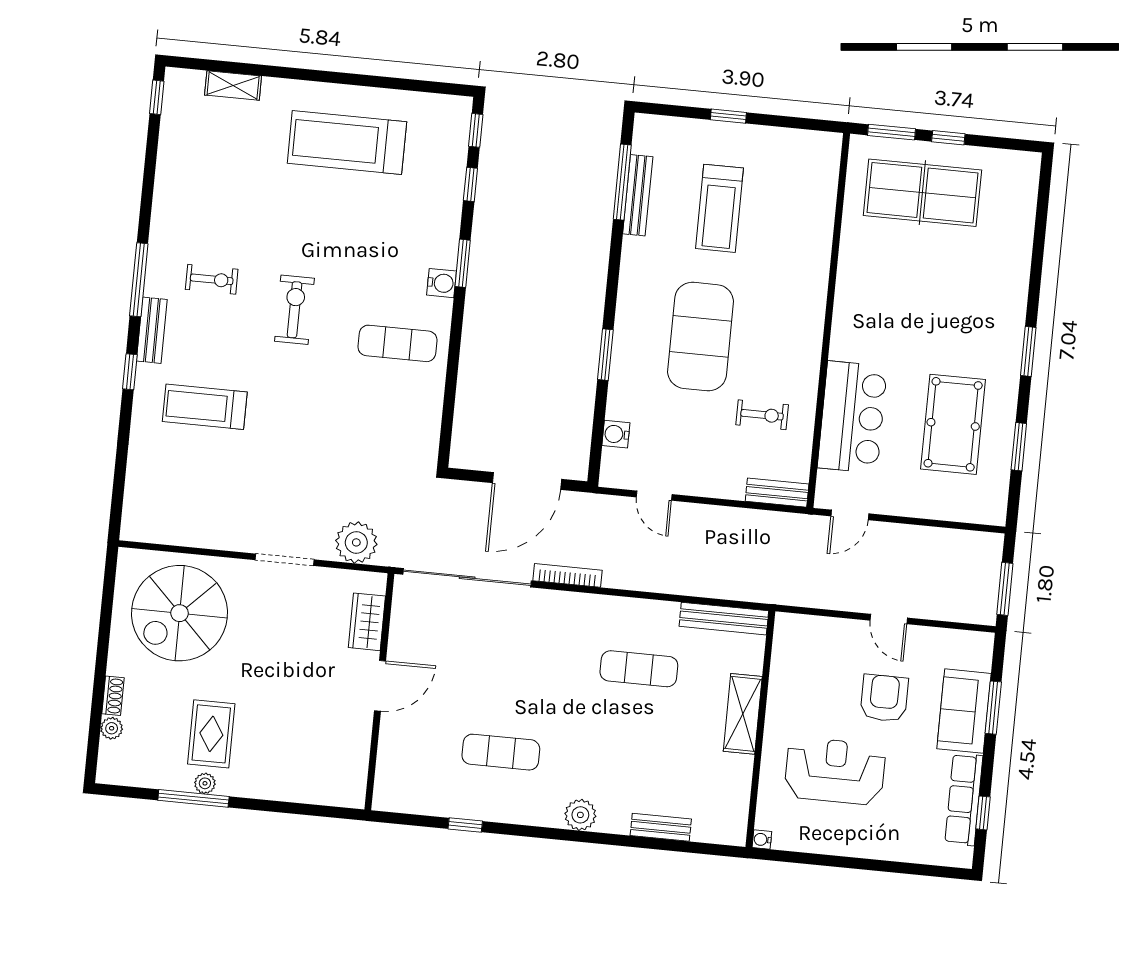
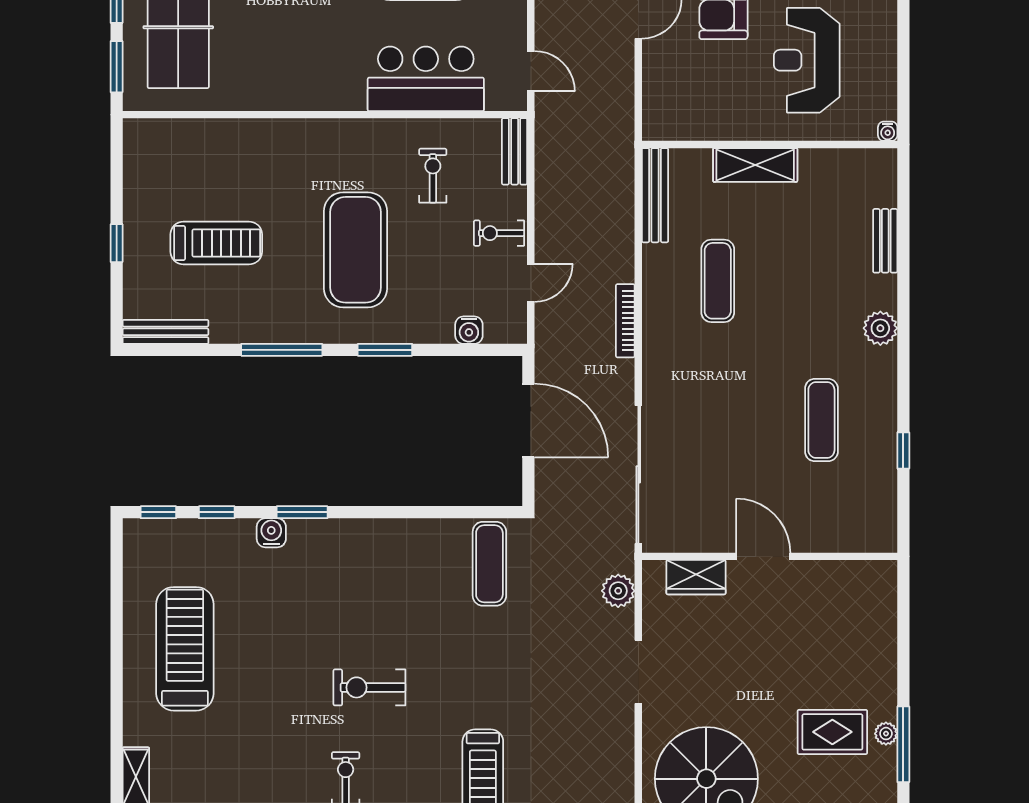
treadmill: (347, 143) -> (185, 649), turned 180
window: (622, 182) -> (282, 350), moved
bench: (638, 195) -> (166, 332), moved
water cooler: (442, 283) -> (271, 533), moved
exercise mat: (701, 337) -> (355, 250), turned 90
exercise mat: (397, 343) -> (489, 564), moved
exercise bike: (703, 471) -> (499, 233), added
plant: (356, 542) -> (618, 591), width x0.73, depth x0.73
bookcase: (567, 575) -> (625, 321), moved

